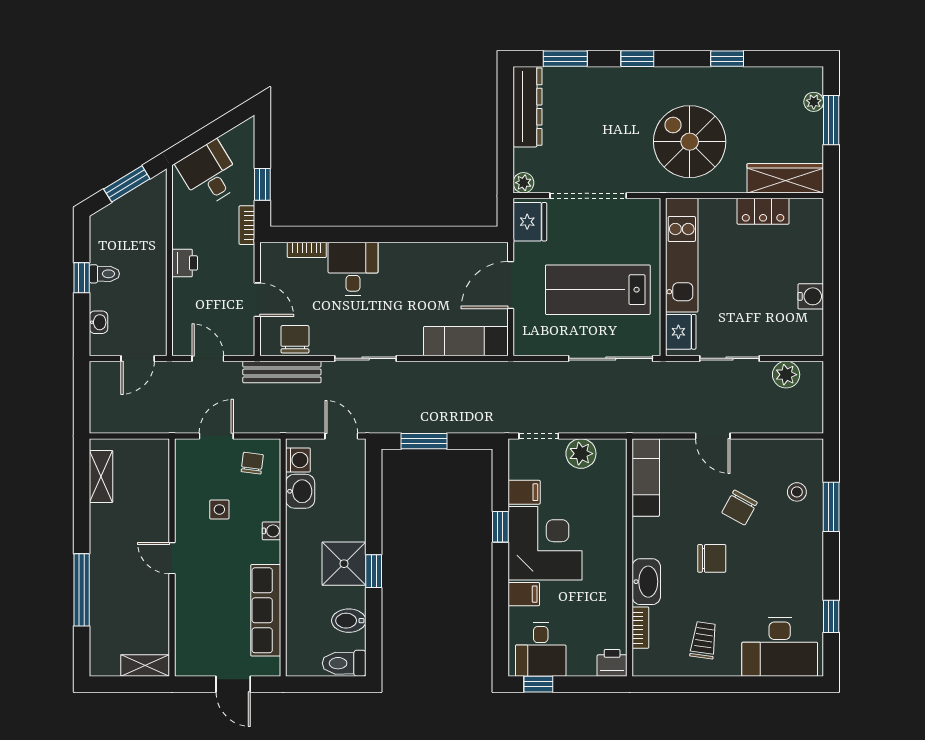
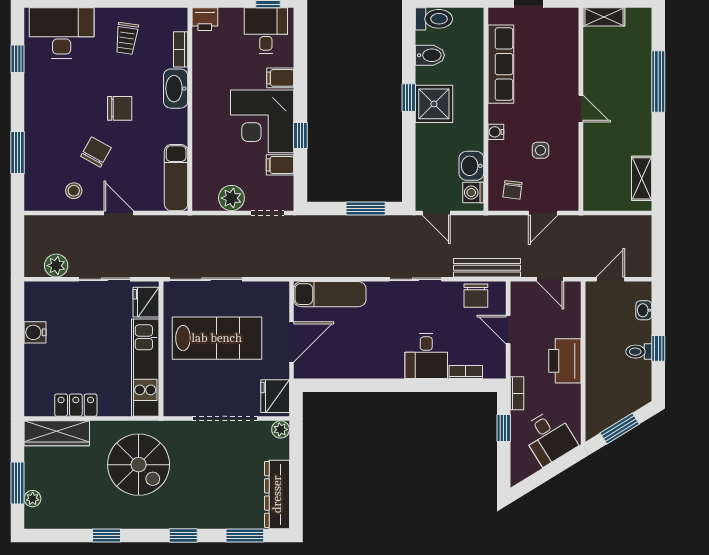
printer: (185, 263) -> (565, 361), width x1.87, depth x1.48
stool: (797, 492) -> (74, 191), moved
chair: (712, 558) -> (120, 108), turned 180

